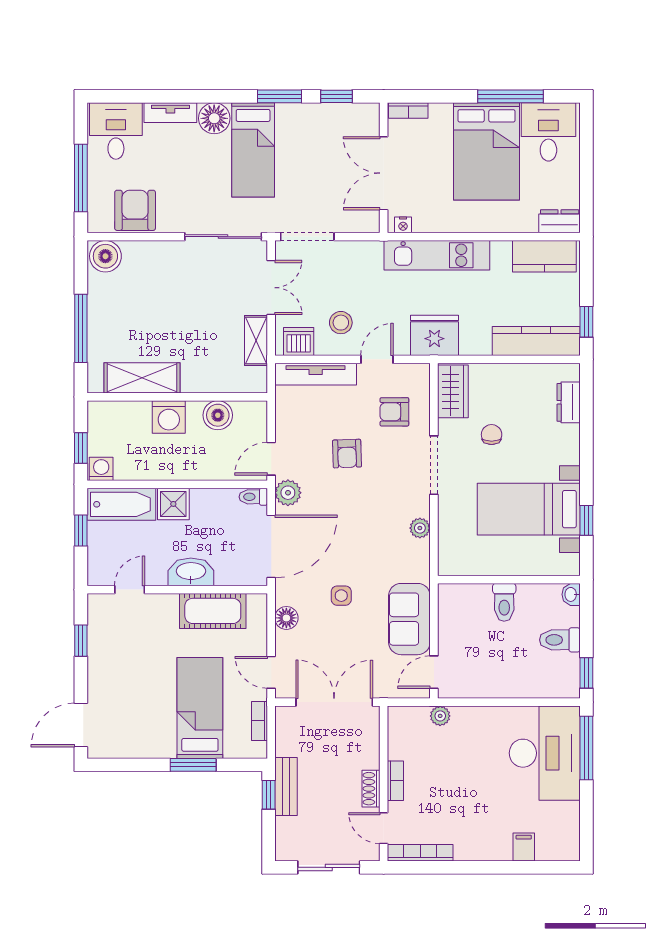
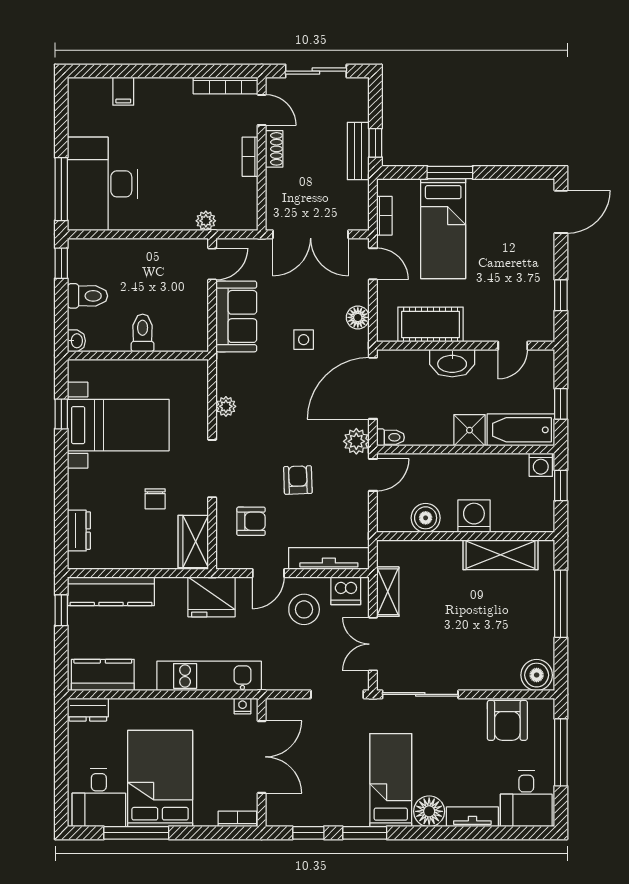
stool: (341, 323) -> (304, 609), width x1.38, depth x1.38

